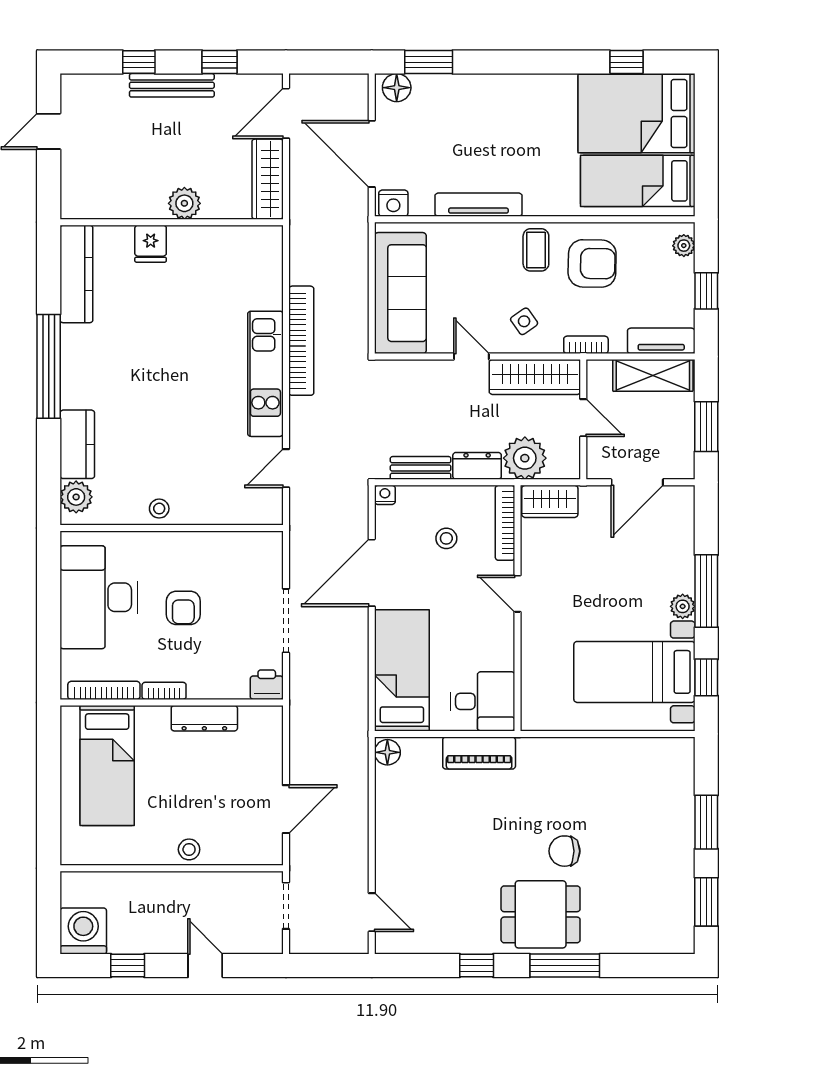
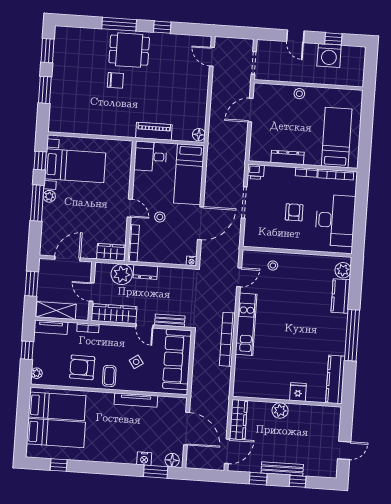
bed: (636, 114) -> (56, 433), width x0.67
nightstand: (393, 203) -> (144, 459), moved, turned 180
side table: (524, 321) -> (136, 362), moved
bench: (421, 468) -> (170, 321), moved
stool: (159, 509) -> (273, 265), moved
stool: (446, 538) -> (160, 217), moved
washing machine: (83, 931) -> (329, 56), moved

